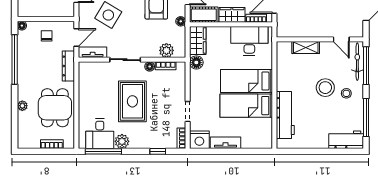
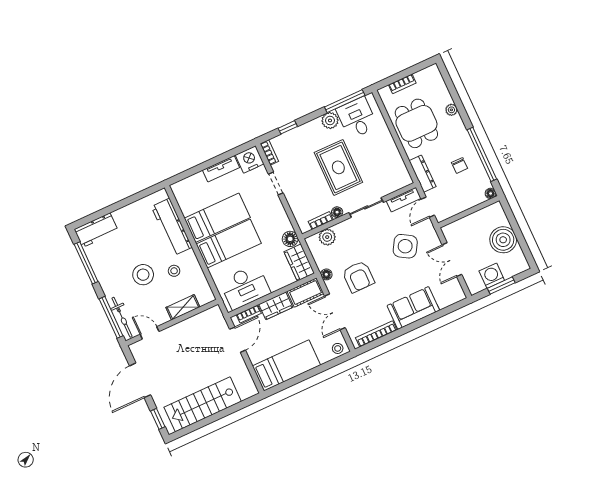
chair: (47, 36) -> (460, 165), moved
stool: (346, 93) -> (174, 271), moved

